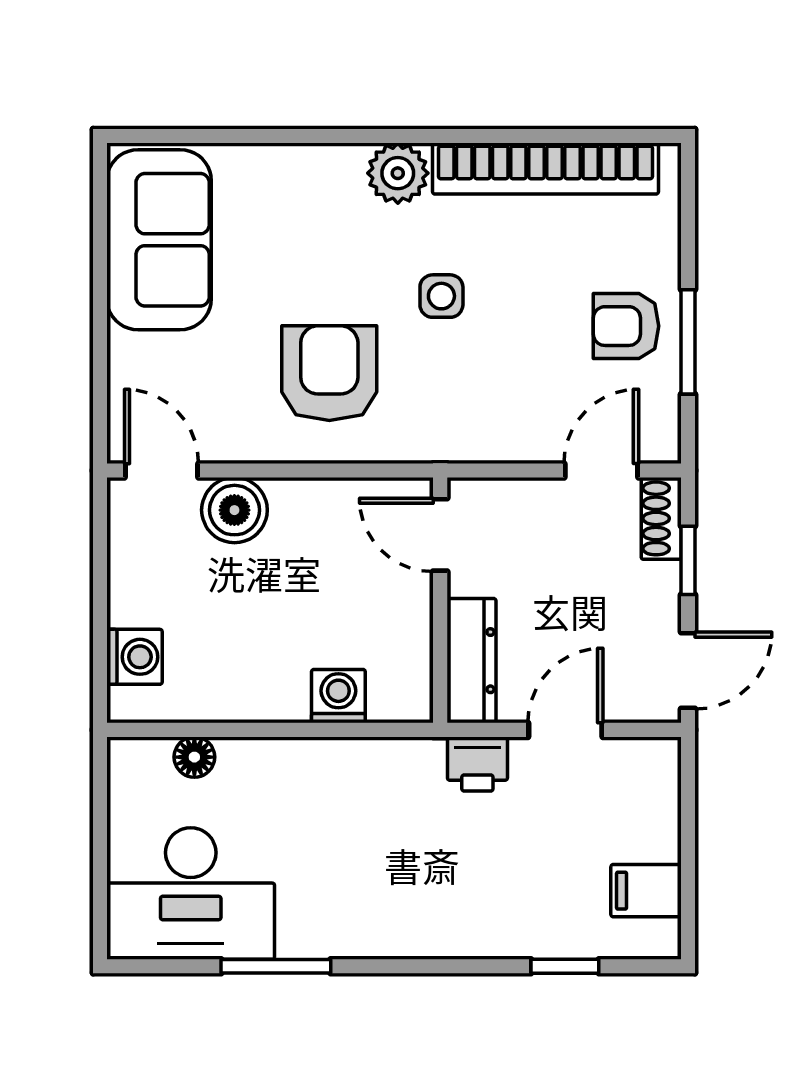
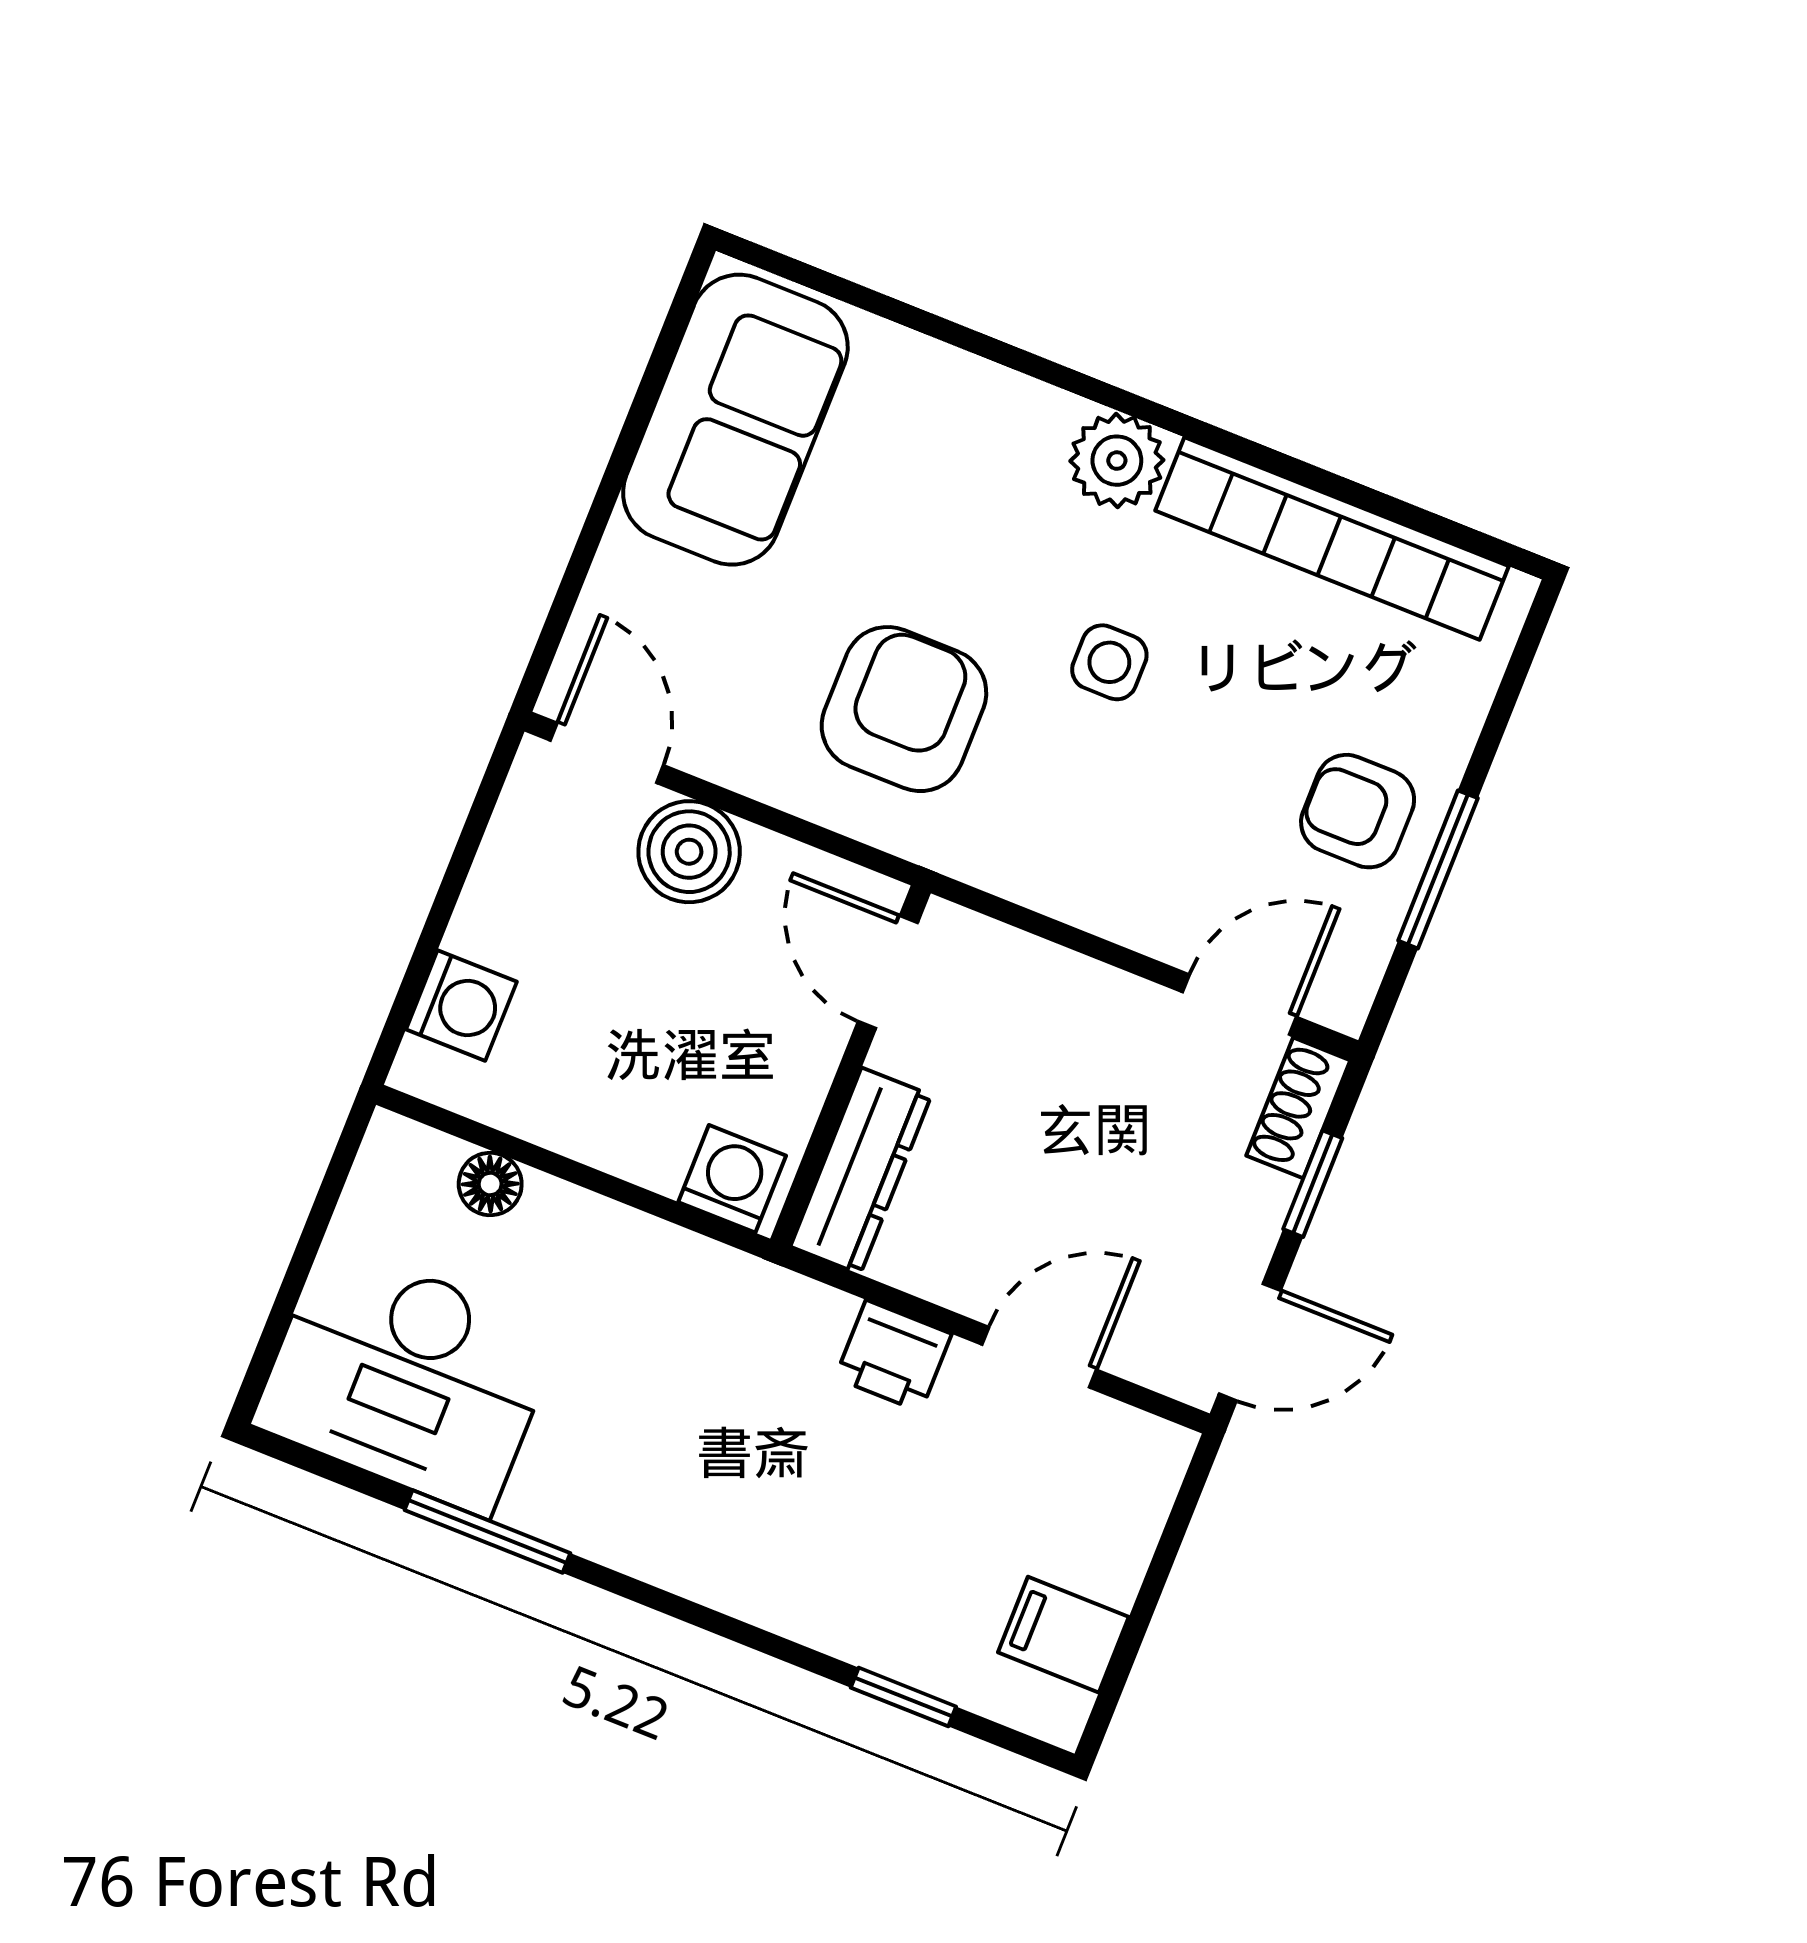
door: (440, 535) -> (888, 972), moved
wall: (440, 600) -> (851, 1066), moved
dresser: (471, 661) -> (861, 1171), moved

